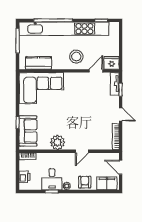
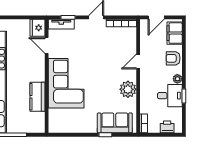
stool: (76, 57) -> (30, 68), removed
kitchen counter: (38, 63) -> (37, 97), moved
corner sofa: (41, 88) -> (66, 83), moved
door: (82, 151) -> (138, 61), swing flipped

